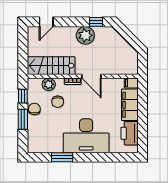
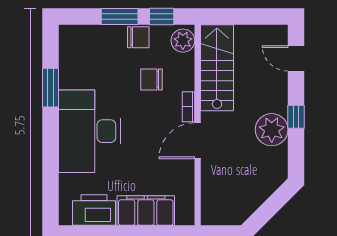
window: (96, 22) -> (296, 117), moved
filing cabinet: (131, 83) -> (185, 213), removed
plant: (49, 84) -> (183, 41), moved

